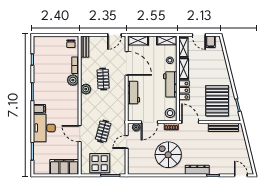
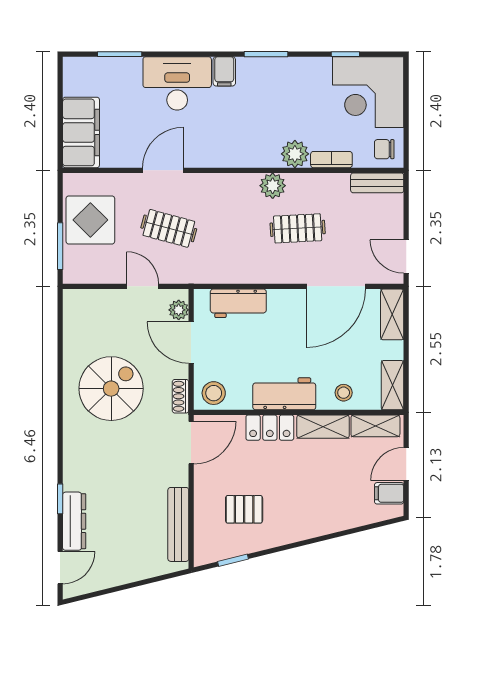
corner desk: (48, 50) -> (368, 92), added
workbench: (134, 93) -> (238, 303), moved
pallet: (217, 101) -> (244, 509), width x0.49, depth x0.50
dresser: (197, 170) -> (74, 521), moved

